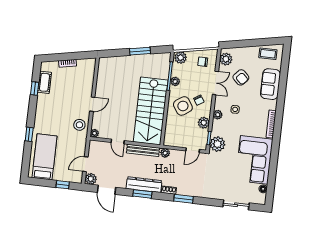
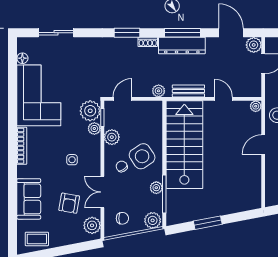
armchair: (241, 77) -> (69, 203), turned -123
plant: (218, 115) -> (94, 128), moved
bench: (143, 150) -> (188, 91), width x0.73
window: (142, 194) -> (183, 33), width x1.44

